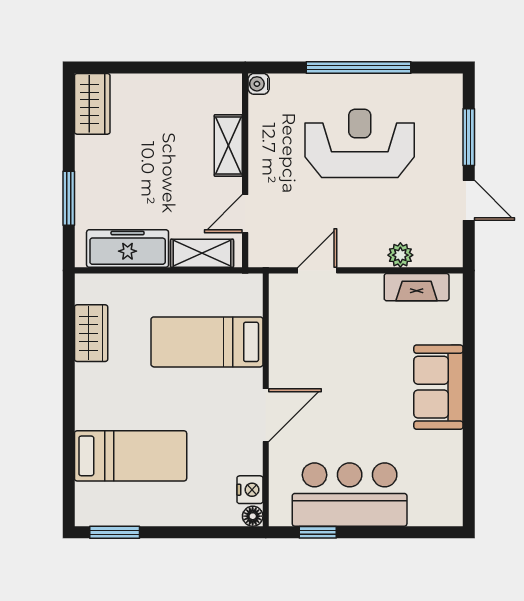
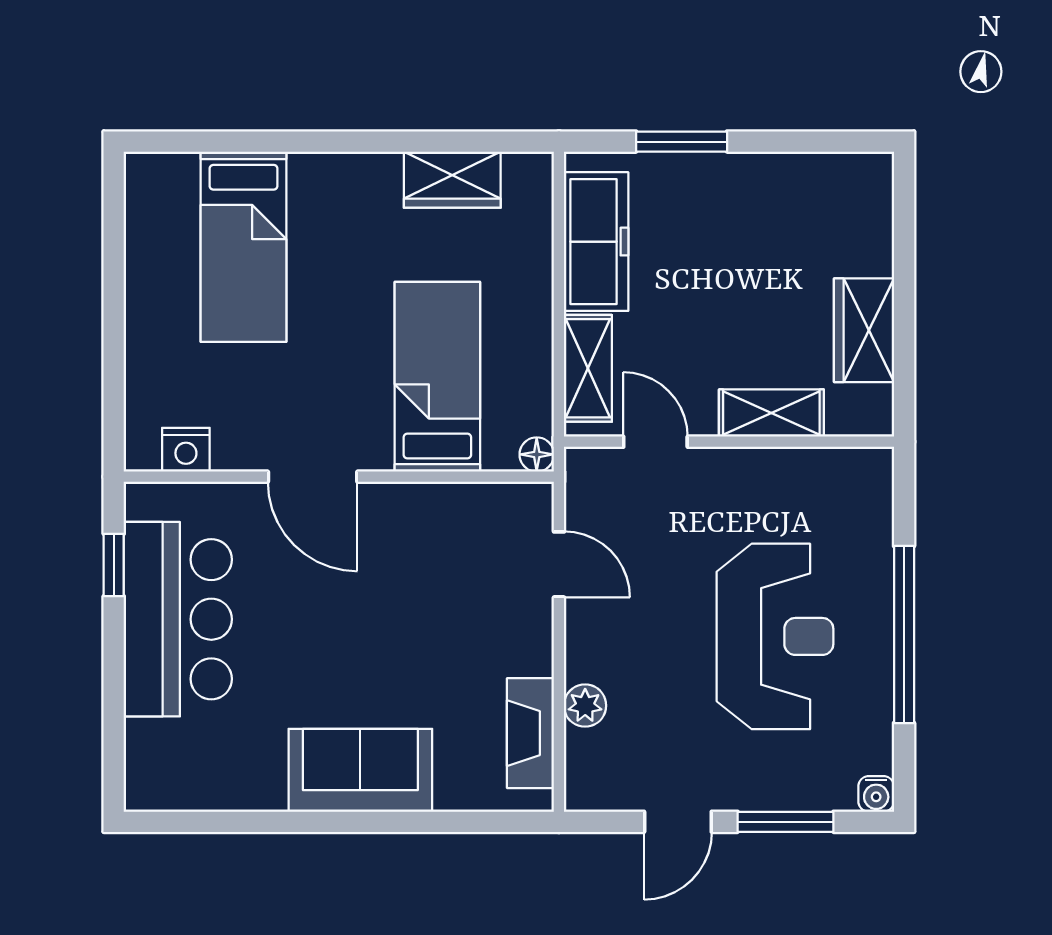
water cooler: (259, 84) -> (876, 794), moved, turned 180
wardrobe: (92, 104) -> (864, 330), moved, turned 90
floor lamp: (253, 516) -> (537, 454), moved
window: (115, 532) -> (114, 220), removed

